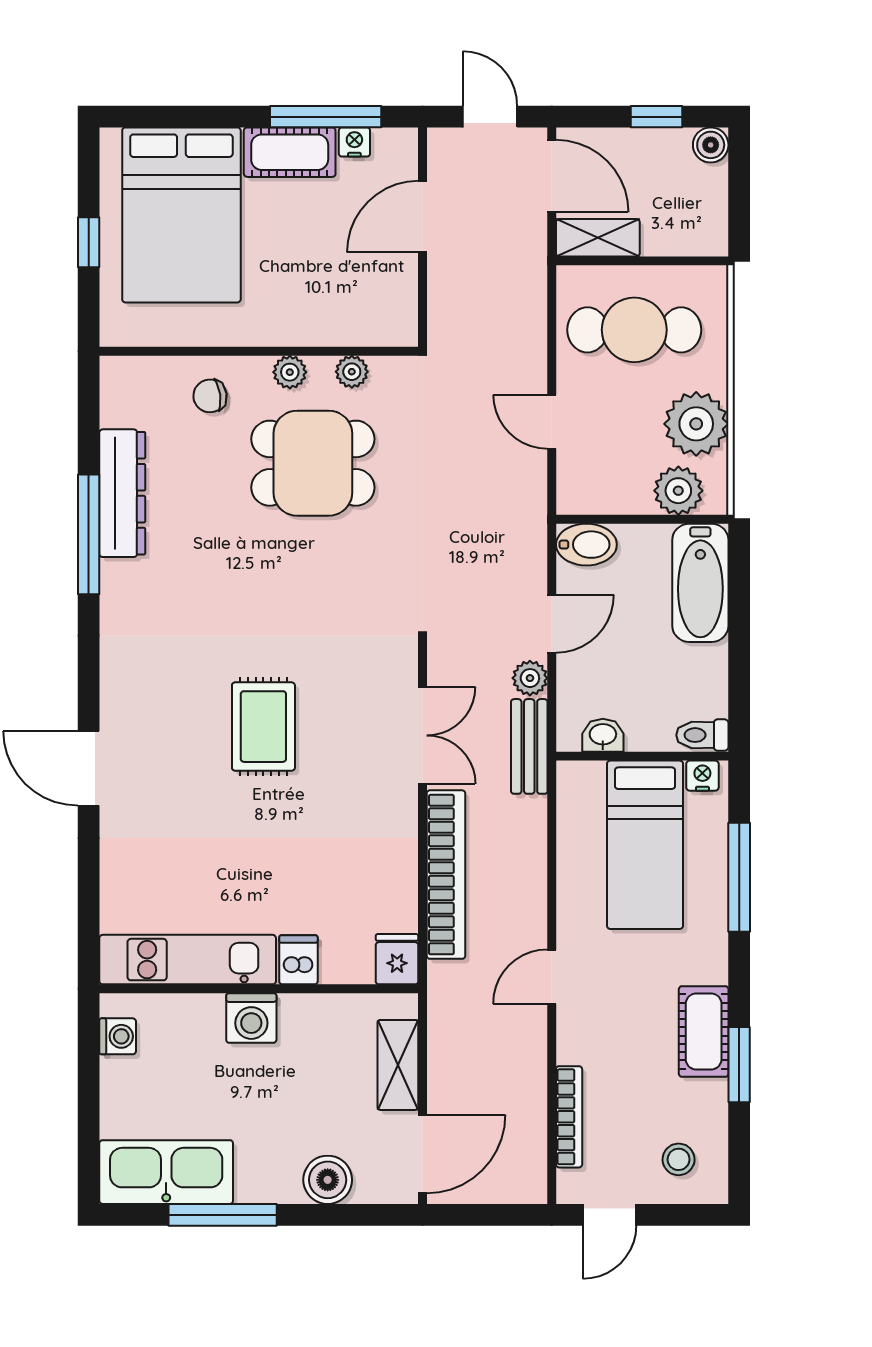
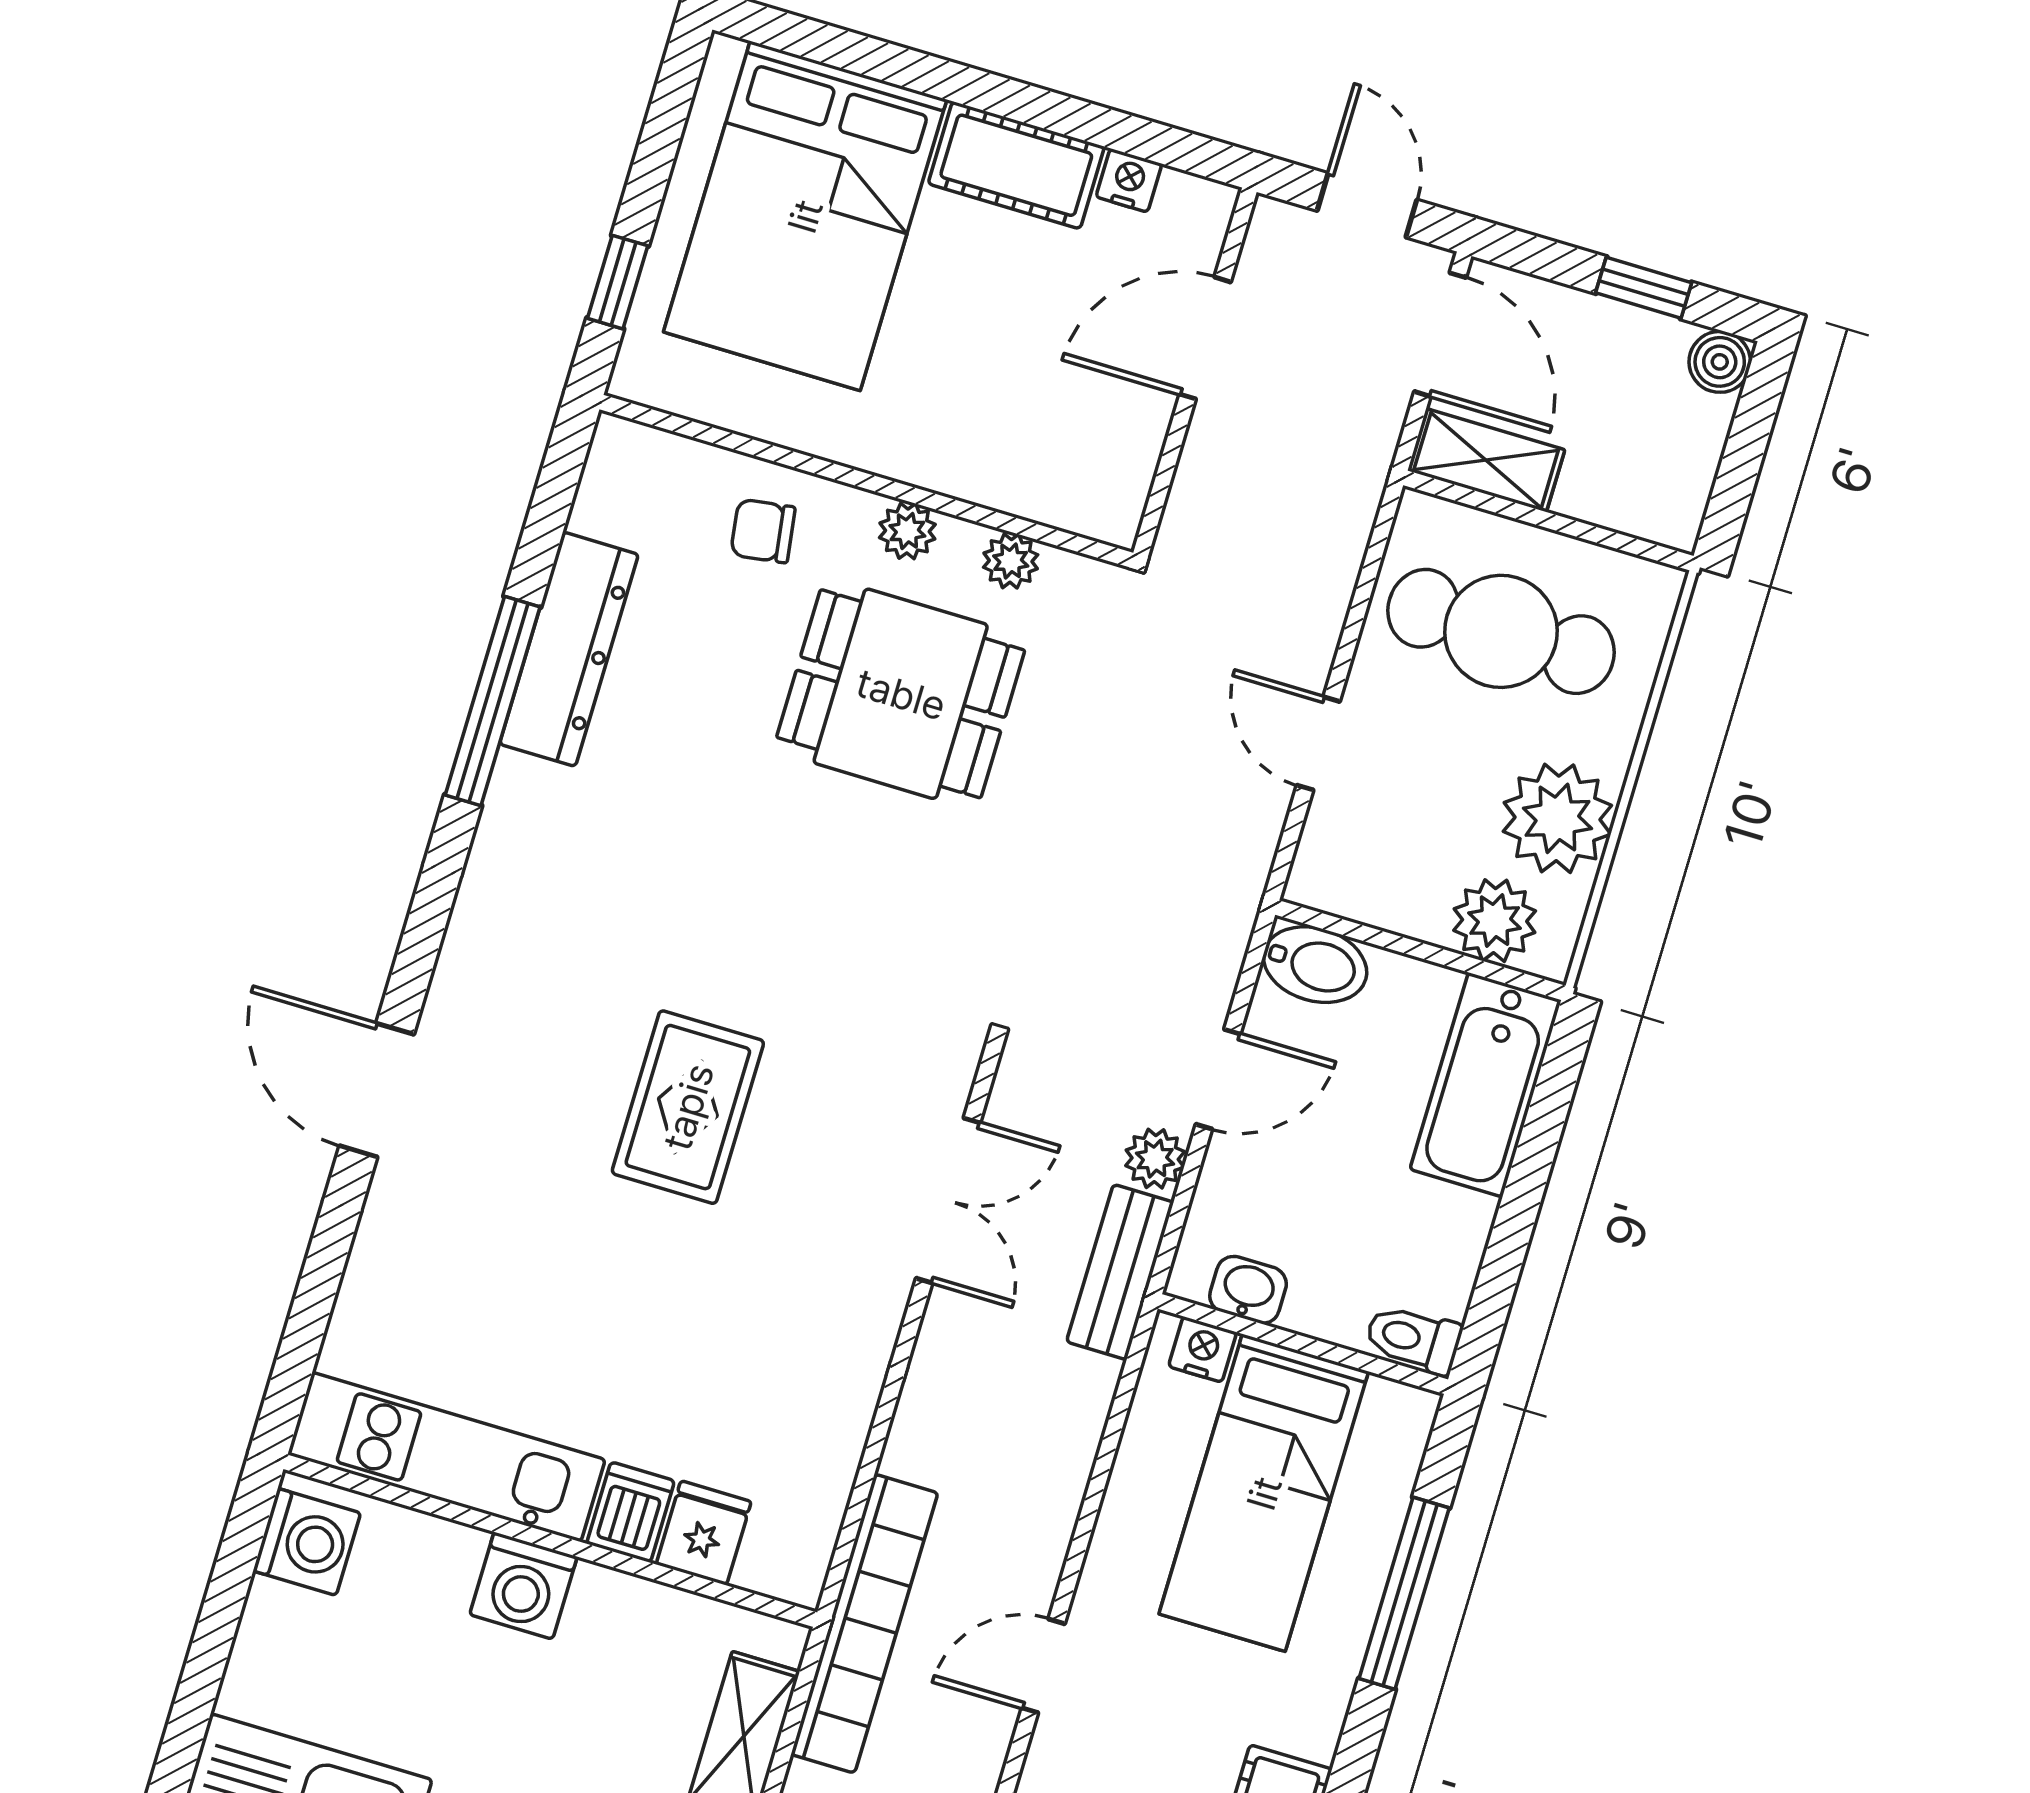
window: (326, 117) -> (1094, 124), removed
window: (89, 242) -> (618, 282), moved
nightstand: (702, 776) -> (1203, 1349), moved
bookcase: (446, 875) -> (864, 1624), moved
fridge: (397, 959) -> (704, 1533), moved
washing machine: (118, 1036) -> (307, 1542), width x1.38, depth x1.38

